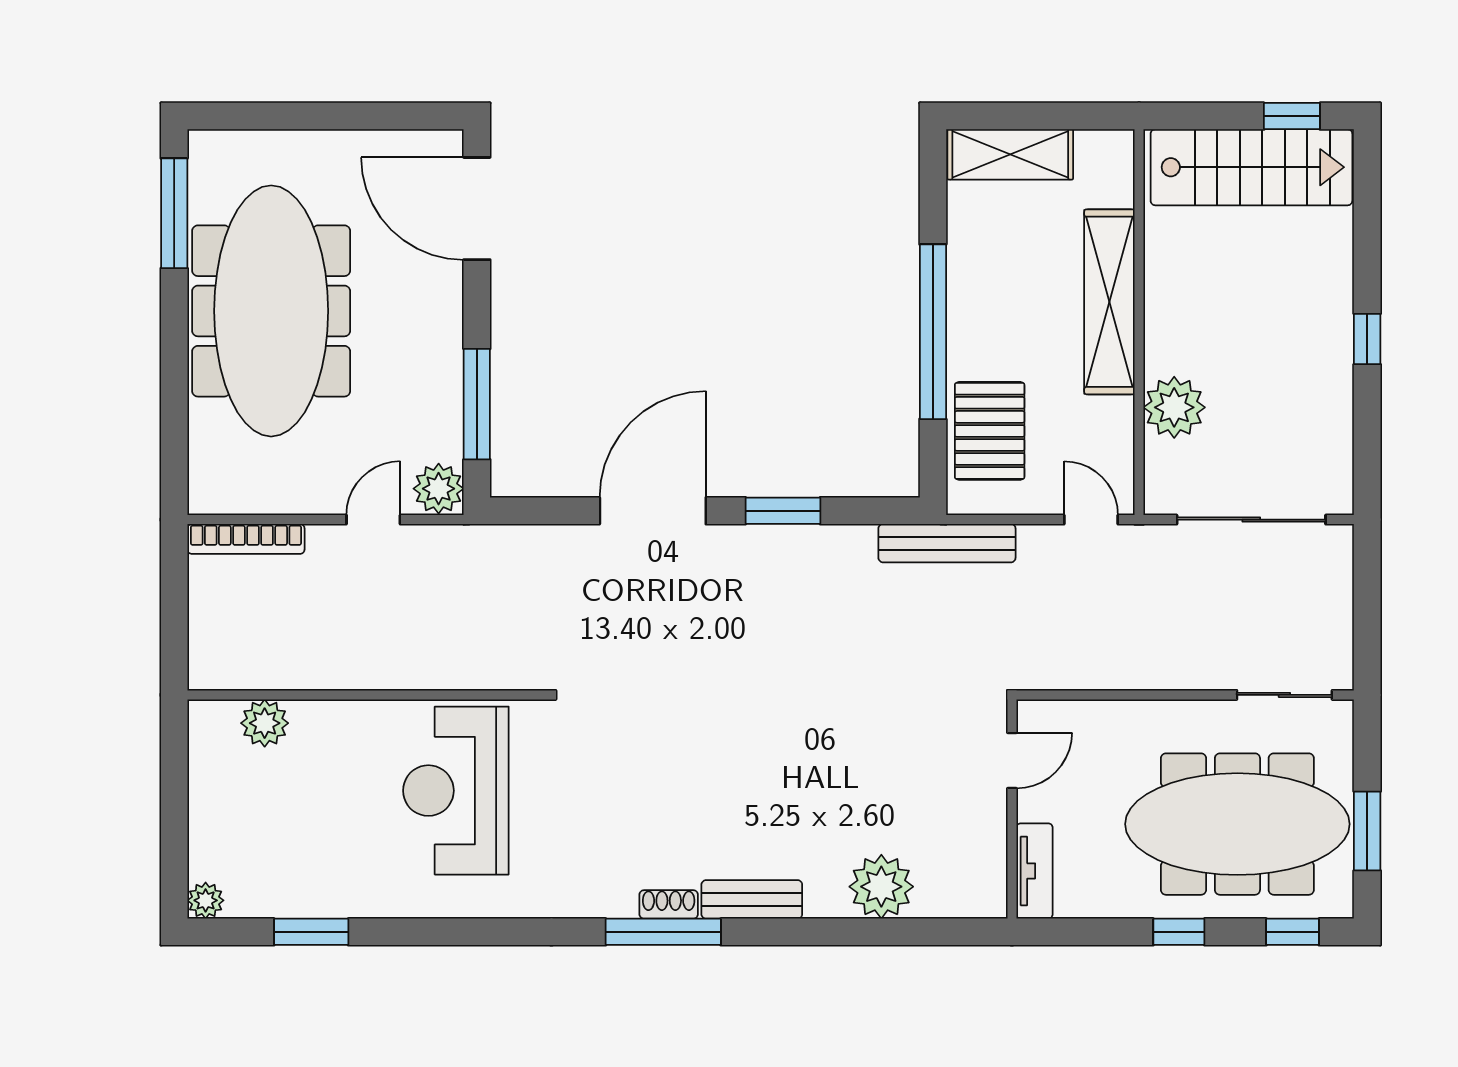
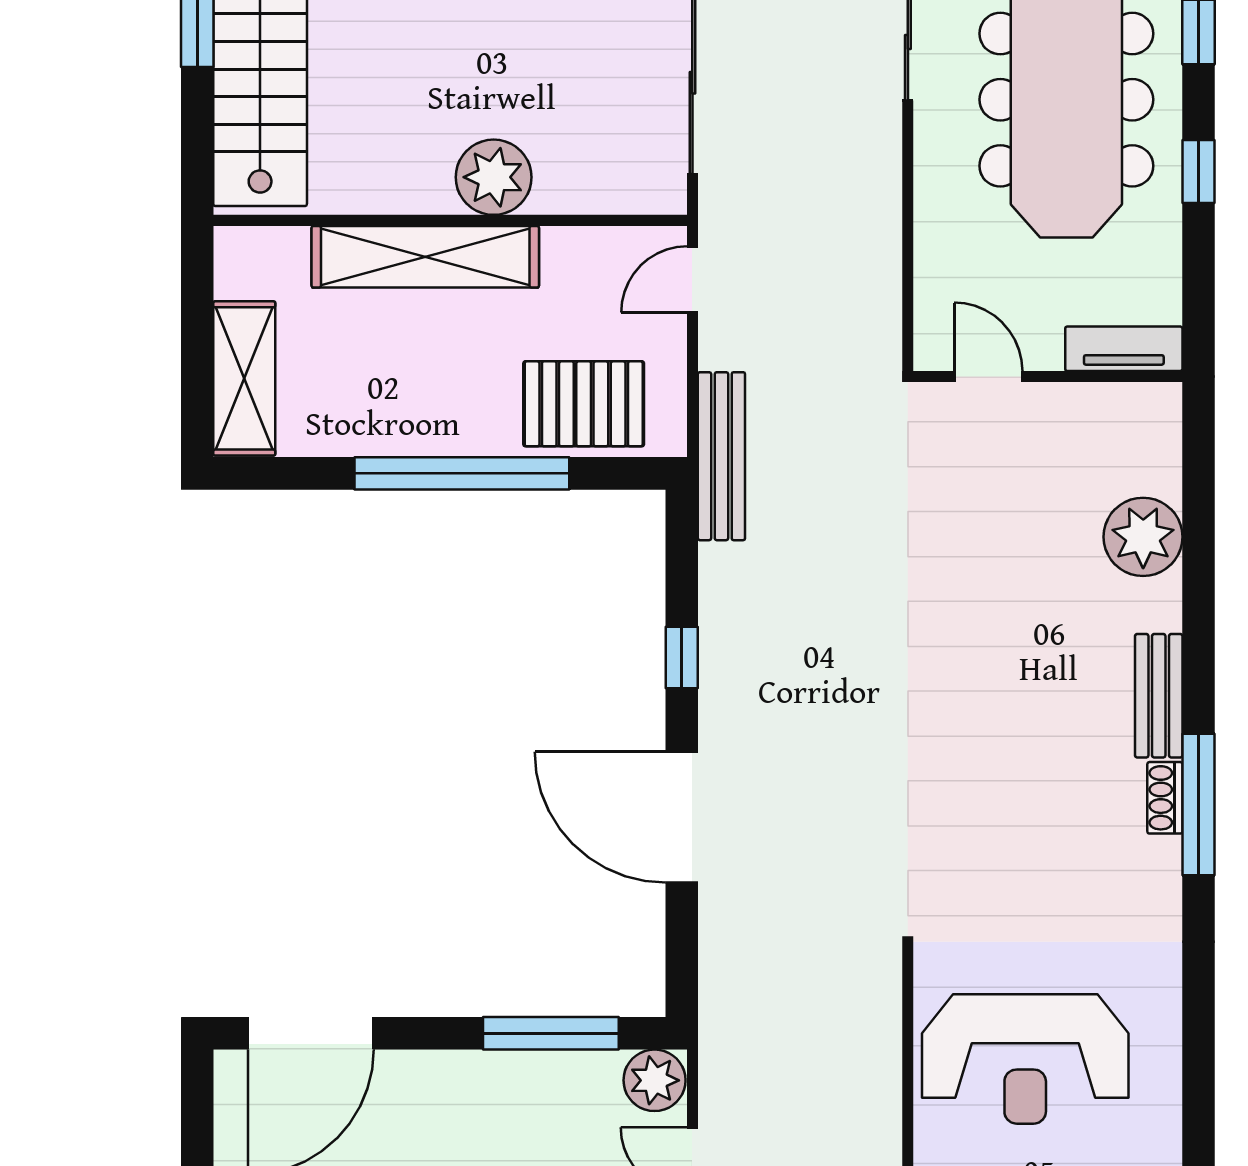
plant: (1174, 407) -> (494, 177), moved
window: (783, 511) -> (682, 658), width x0.67

